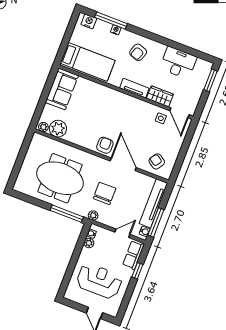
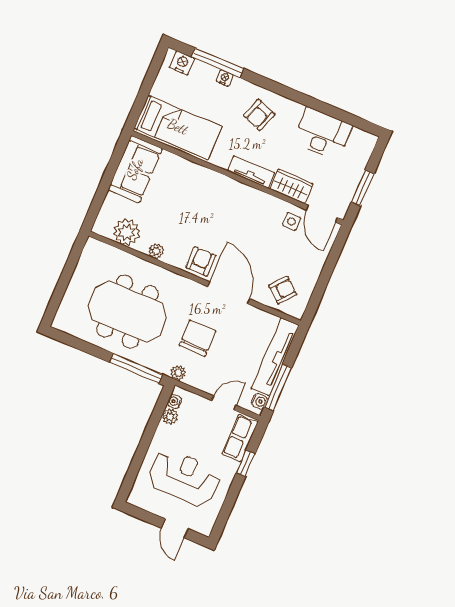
window: (210, 80) -> (363, 188), moved
plant: (43, 127) -> (156, 251), moved
armchair: (157, 161) -> (283, 290), turned 96

